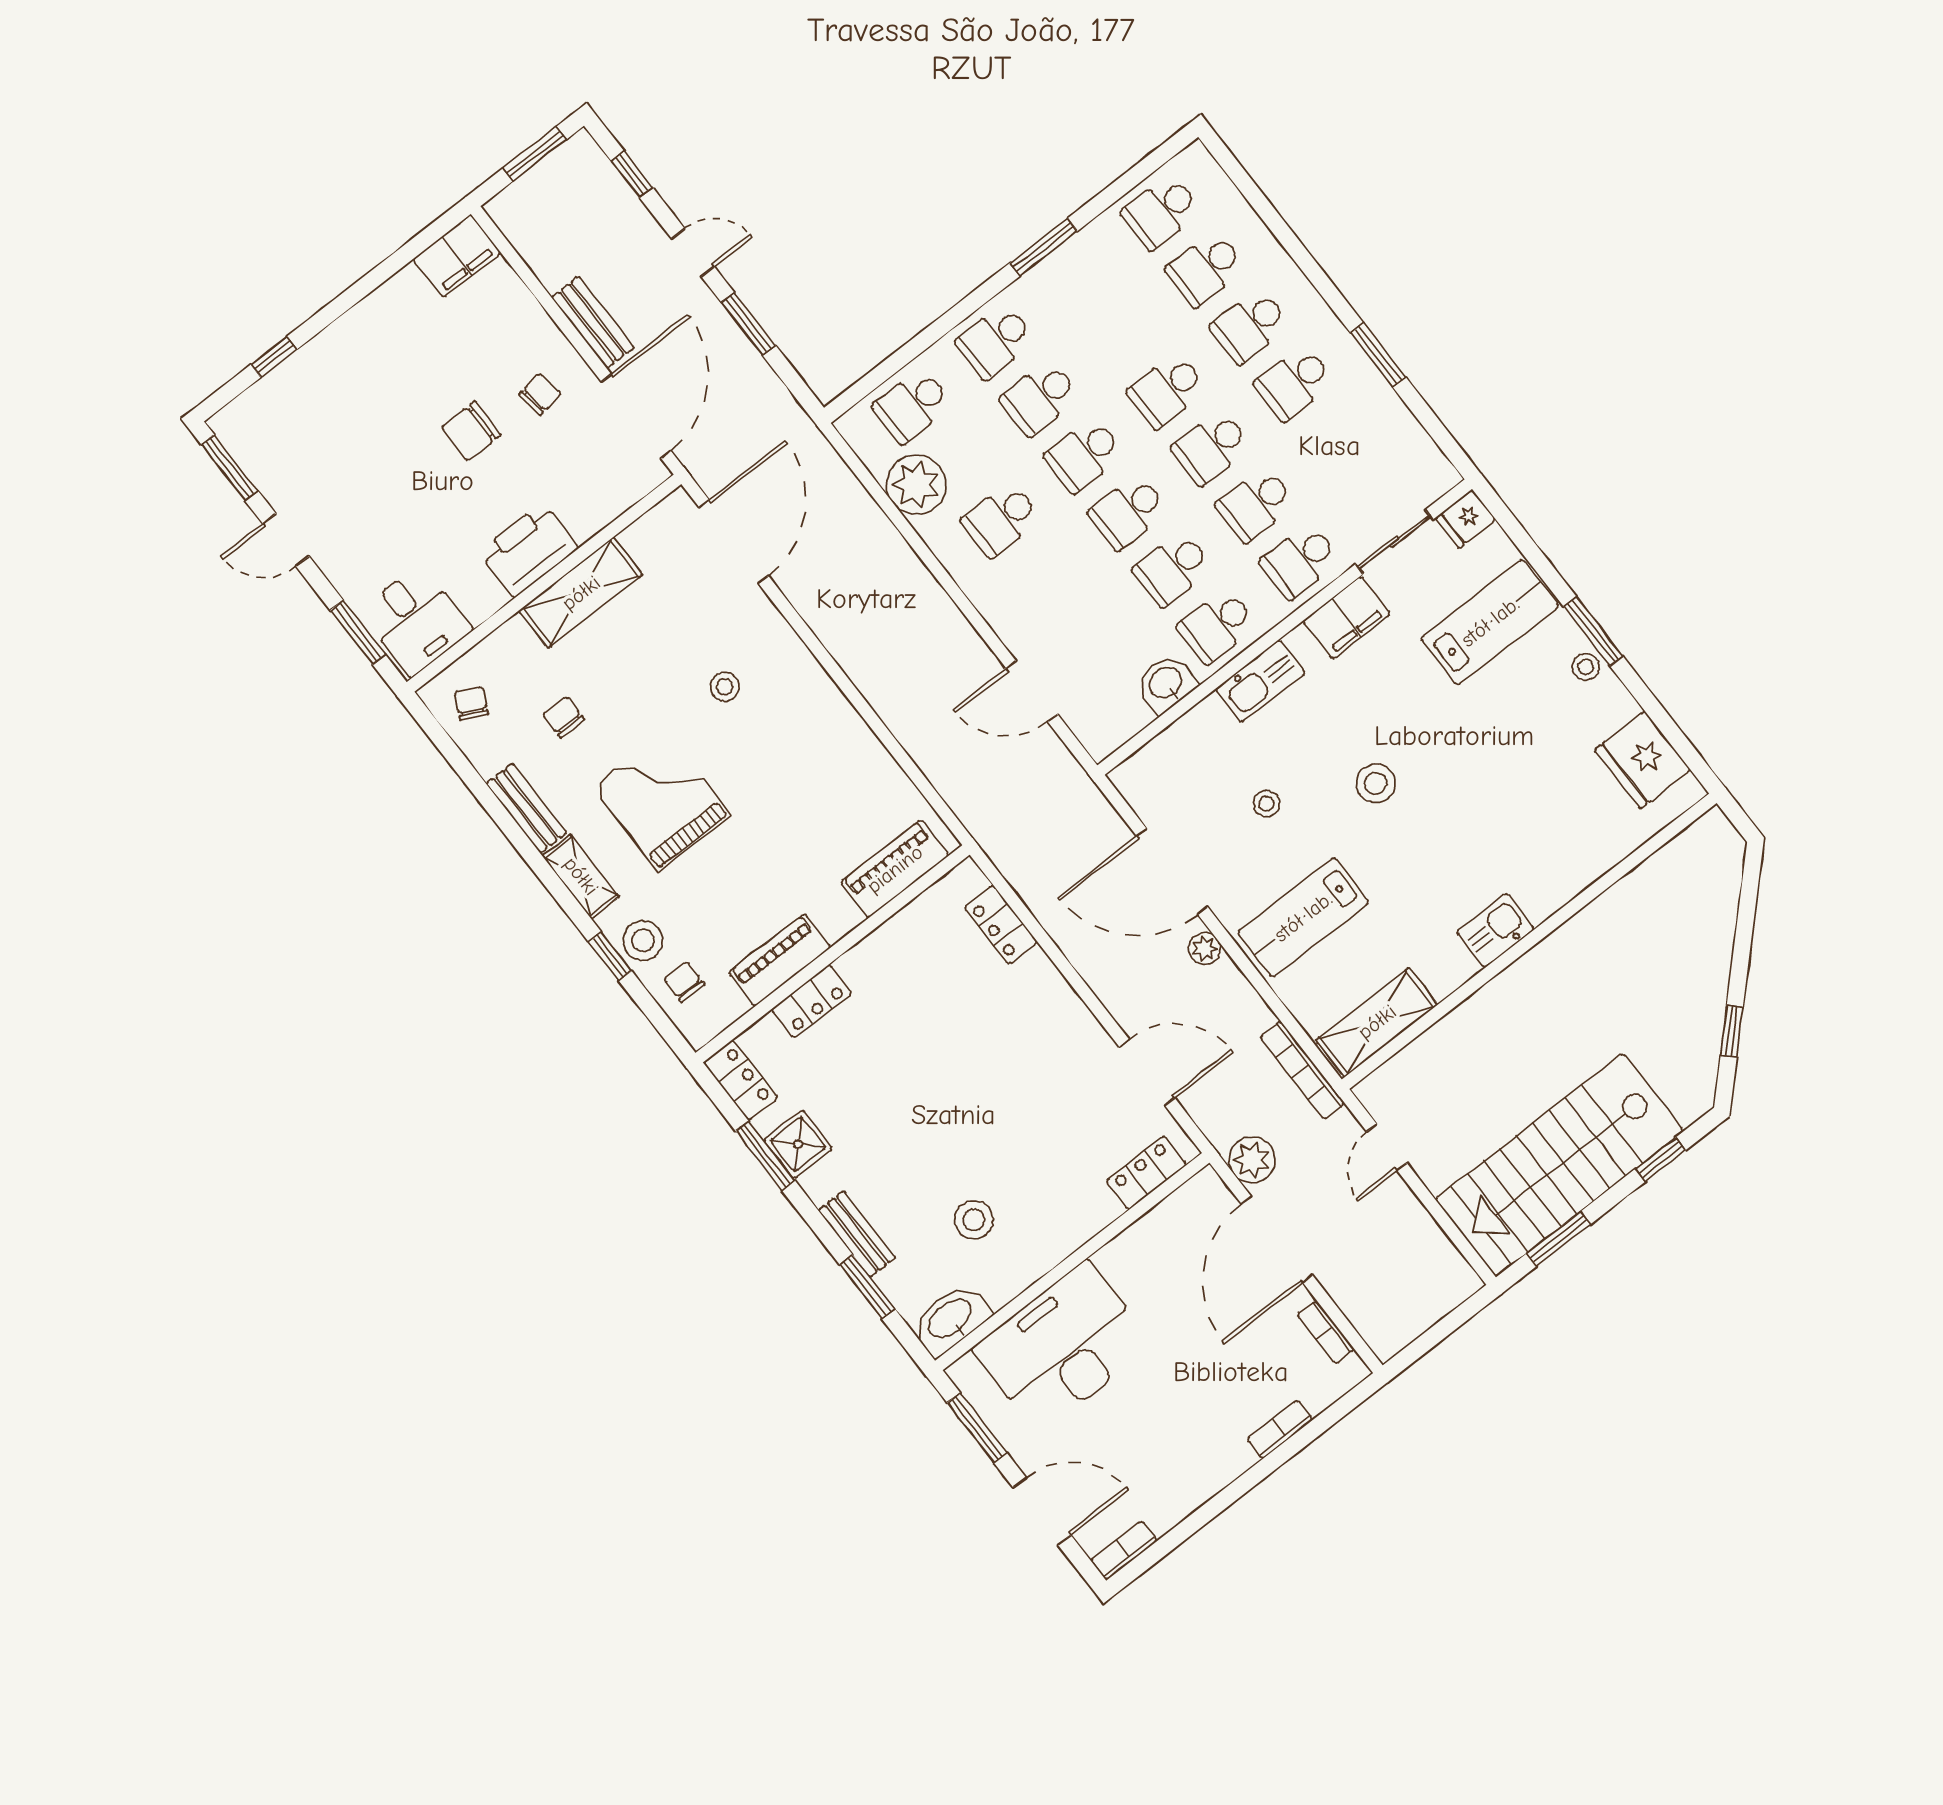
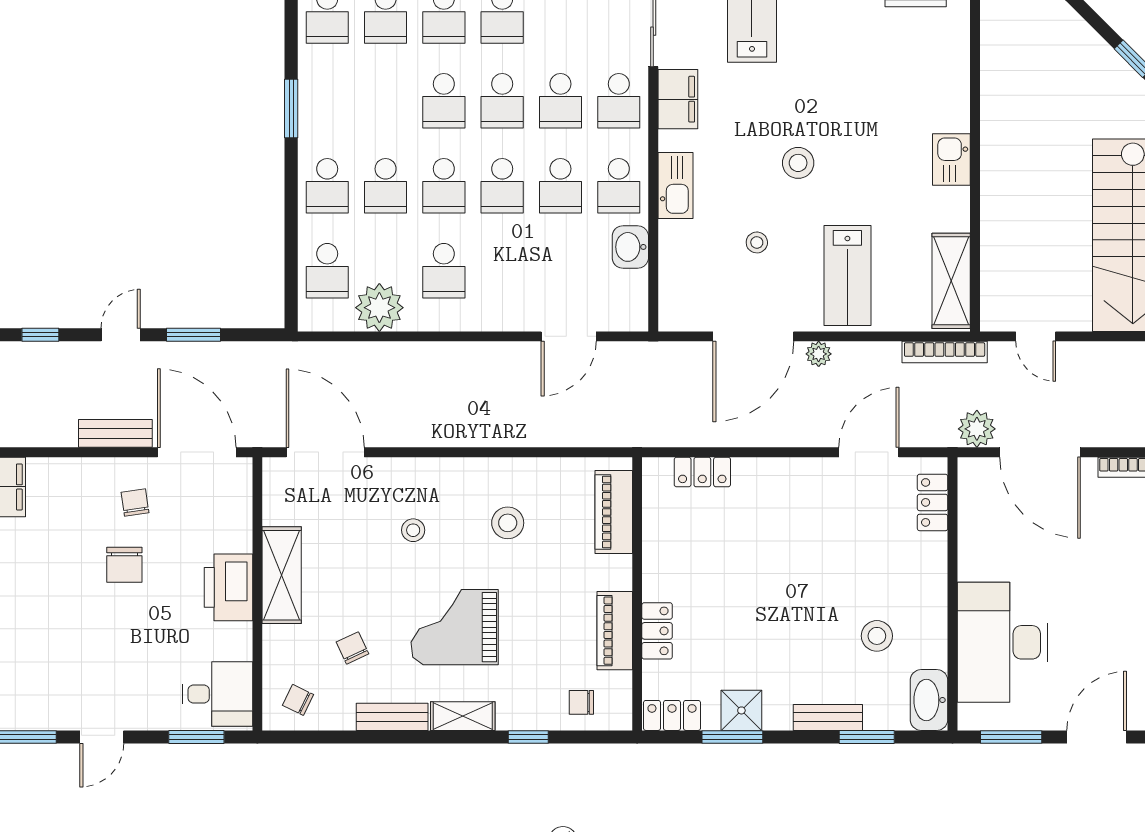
chair: (563, 717) -> (353, 648), turned 65
stool: (643, 940) -> (508, 523), moved

